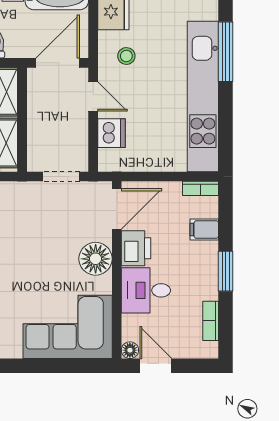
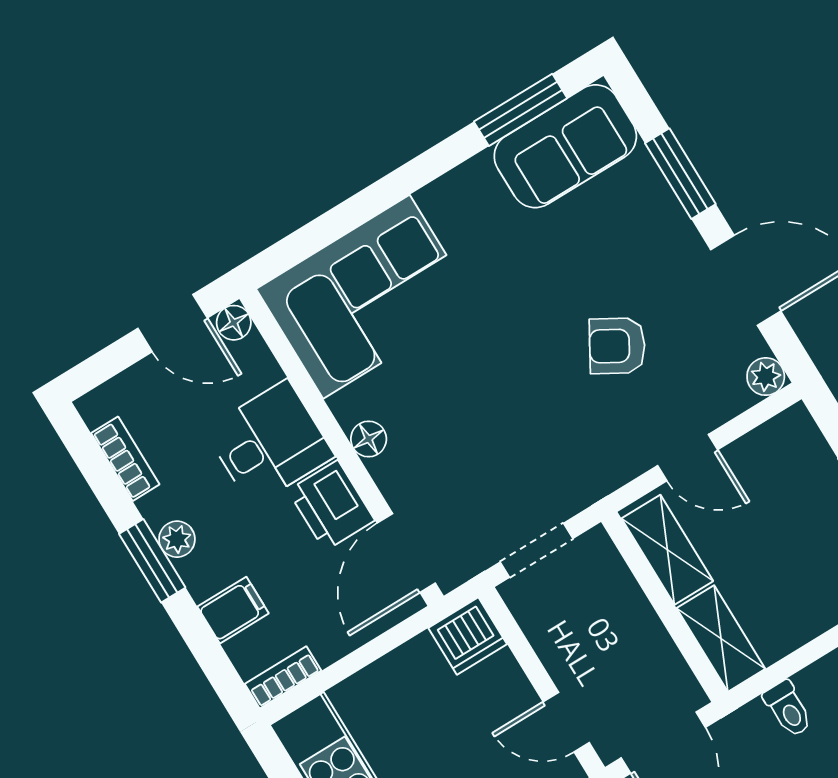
dishwasher: (111, 133) -> (468, 636), moved, turned -90
floor lamp: (96, 259) -> (369, 439), width x0.53, depth x0.53
plant: (210, 274) -> (177, 539), added

